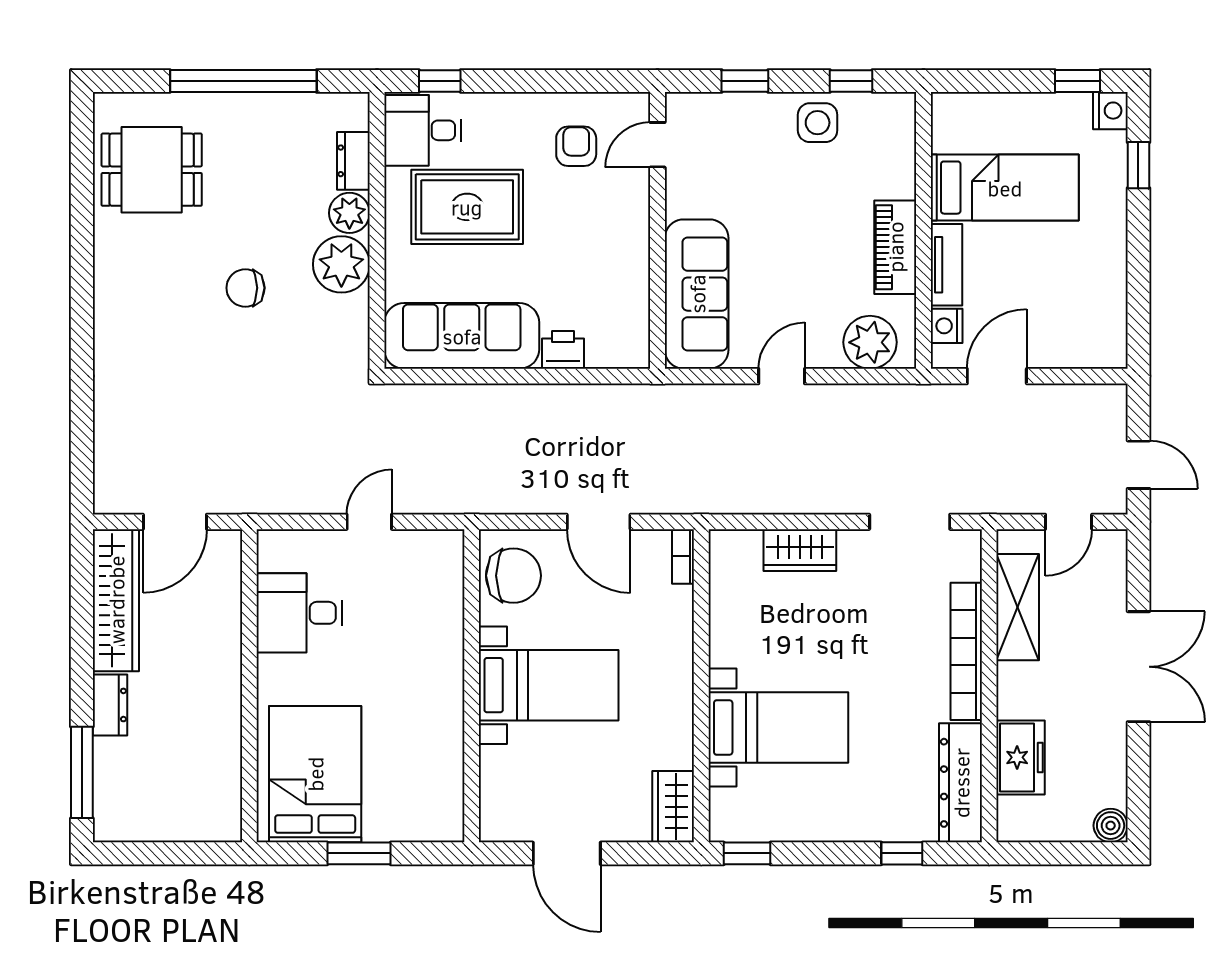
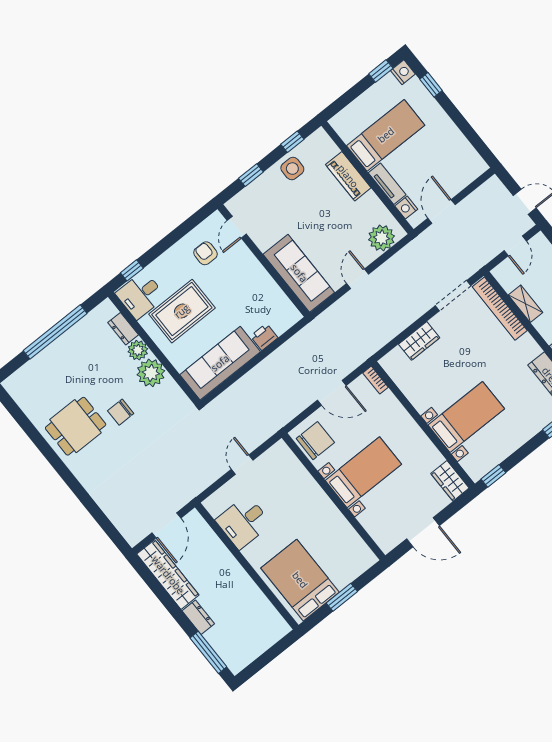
dining table: (152, 170) -> (76, 426), moved
piano: (895, 247) -> (348, 176), moved
shelving: (1018, 607) -> (525, 304), width x0.67, depth x0.75
bookcase: (966, 651) -> (500, 309), moved

